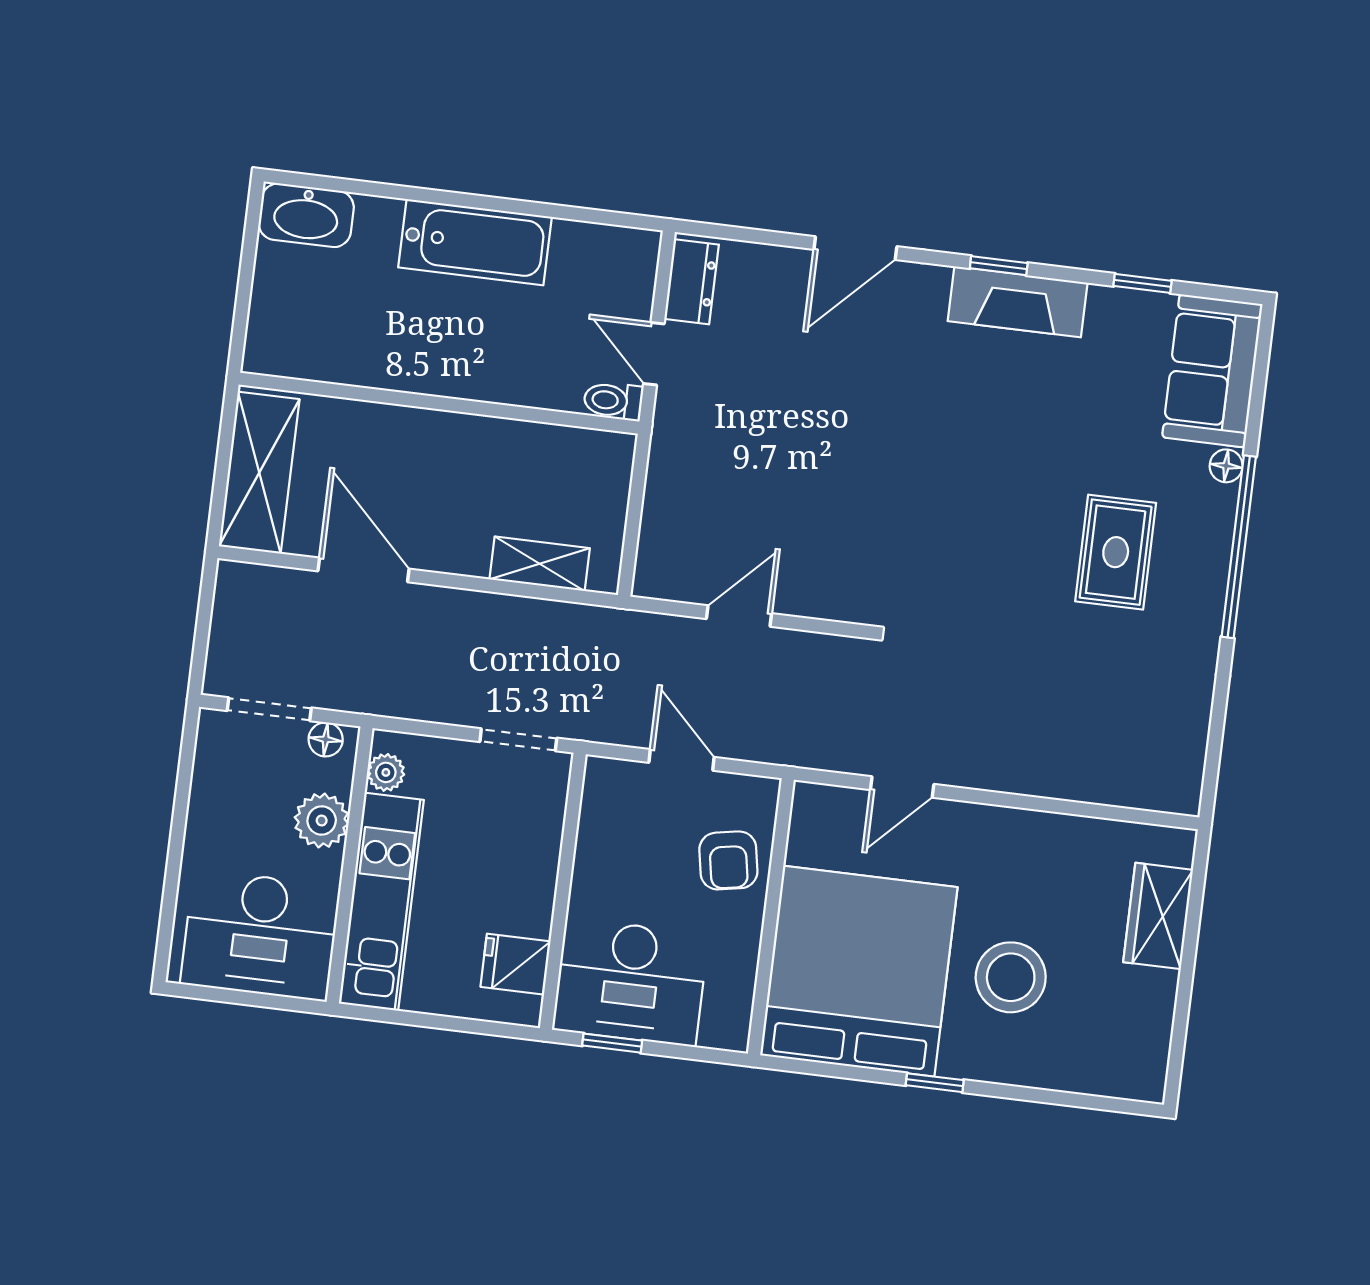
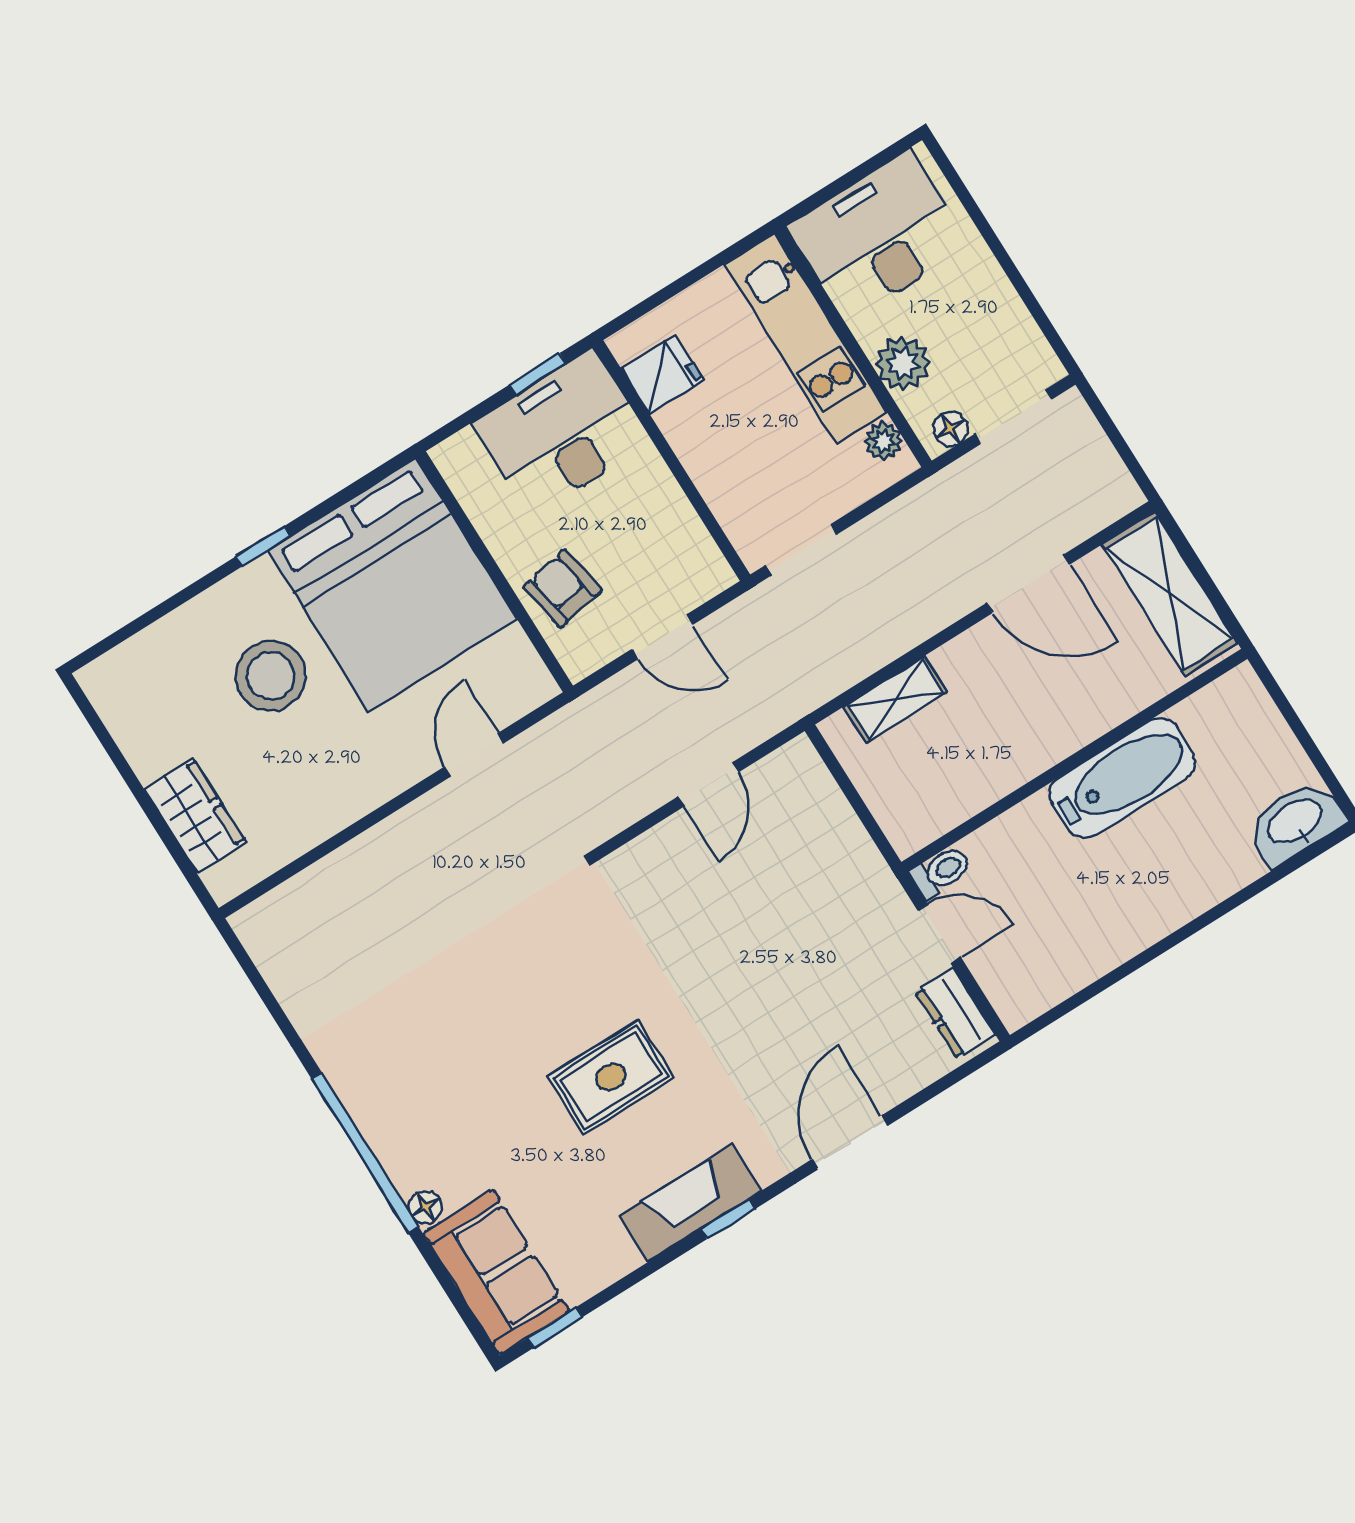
bathtub: (475, 242) -> (1122, 778), moved, turned 180
window: (1143, 283) -> (555, 1327), moved
rug: (1116, 552) -> (611, 1077), moved, turned 90

